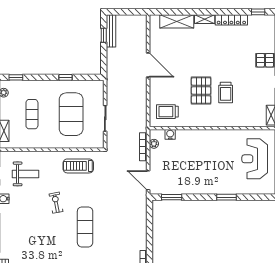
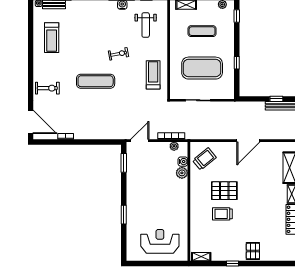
trolley: (167, 112) -> (204, 159), turned 51
plant: (182, 135) -> (182, 173), added

